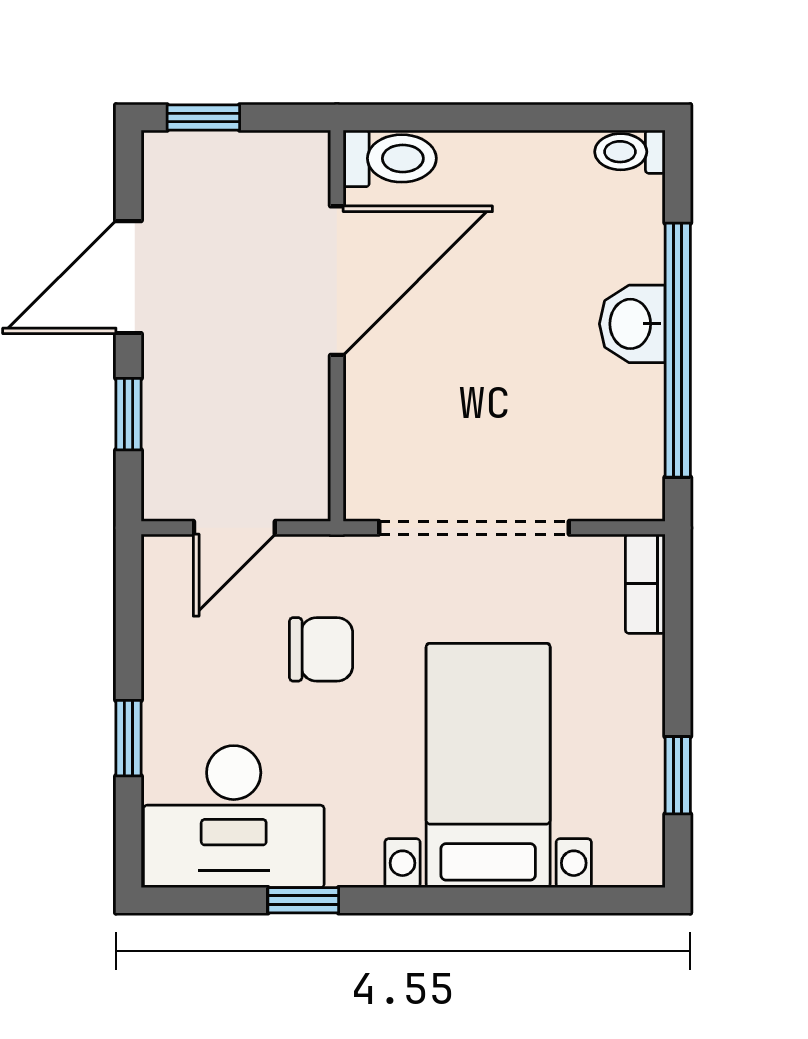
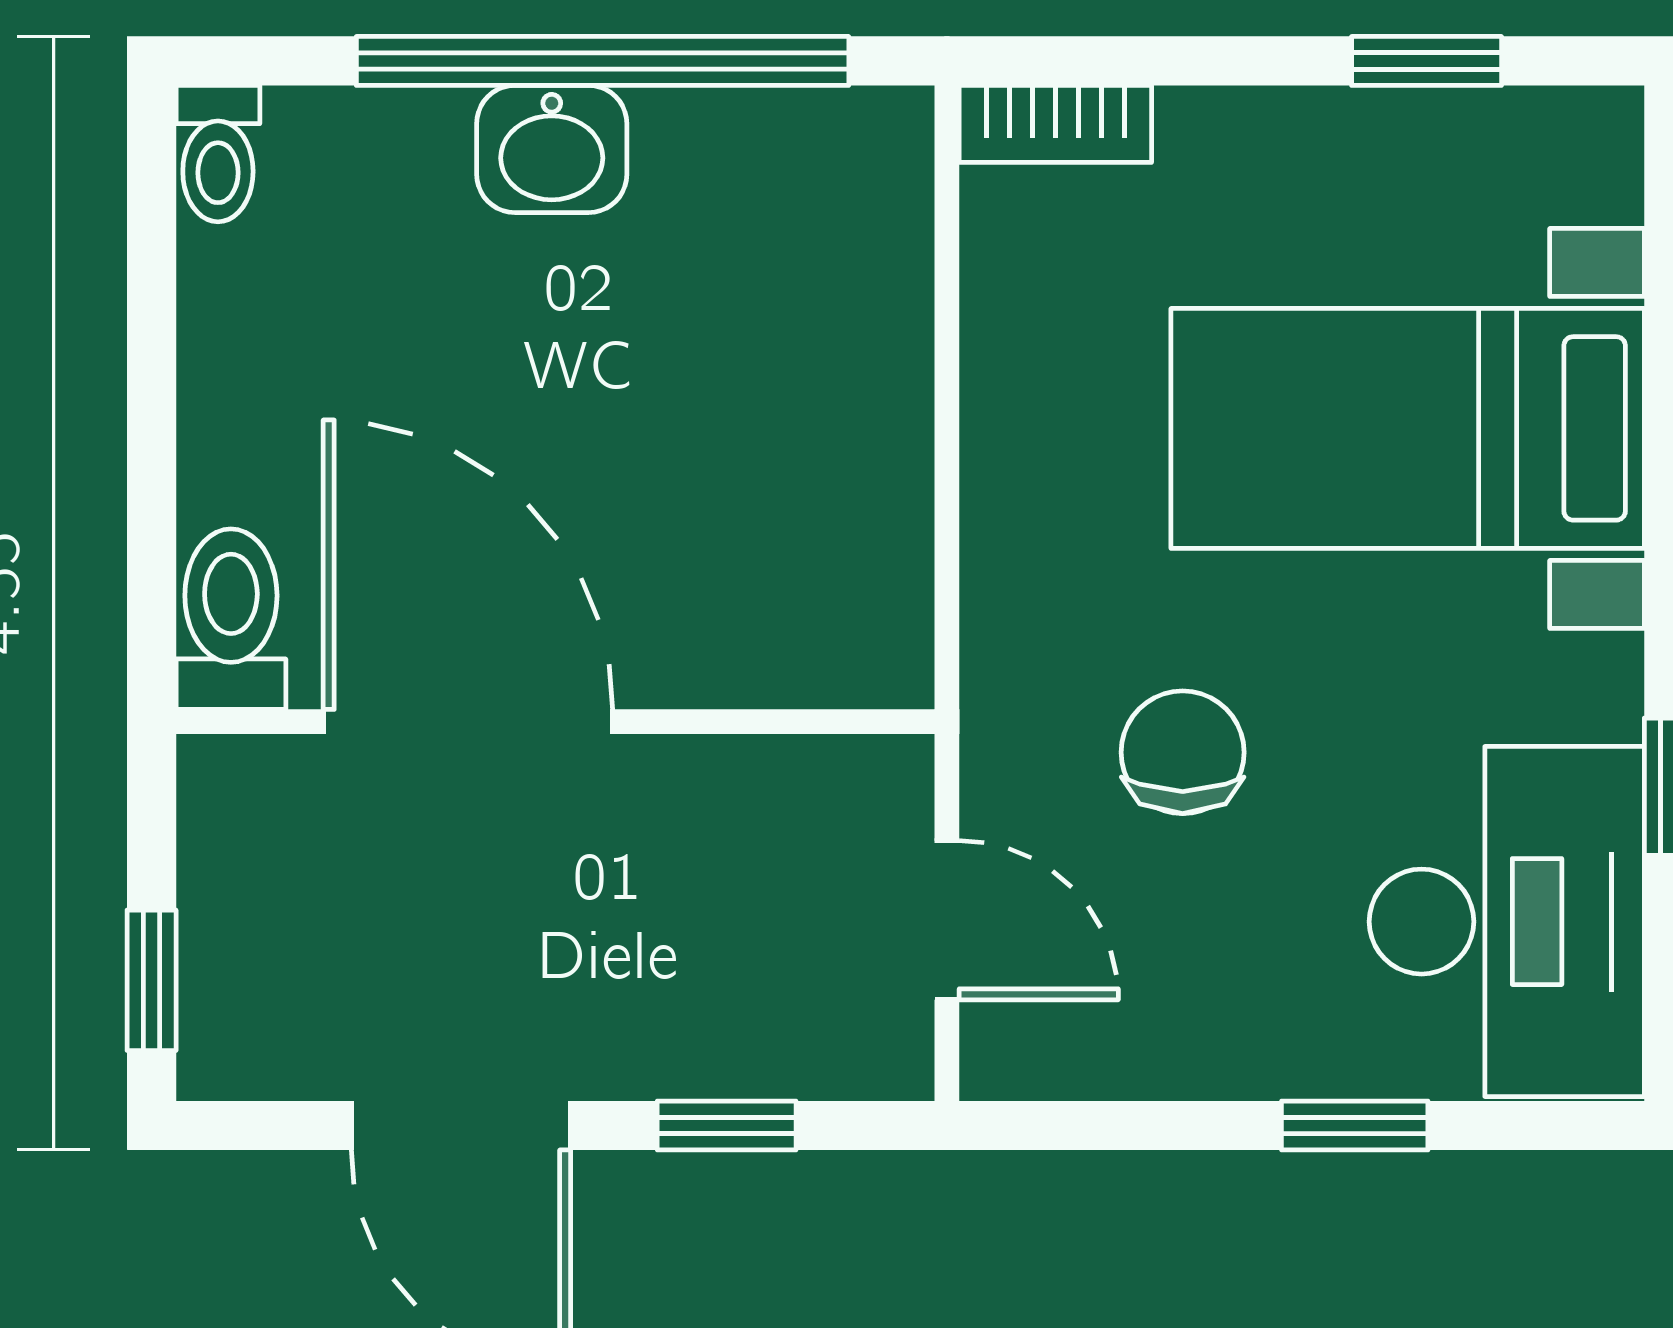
doorway: (474, 528) -> (947, 456), removed

